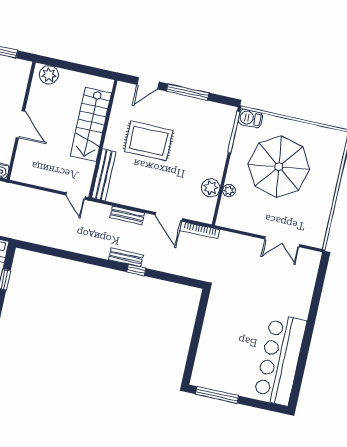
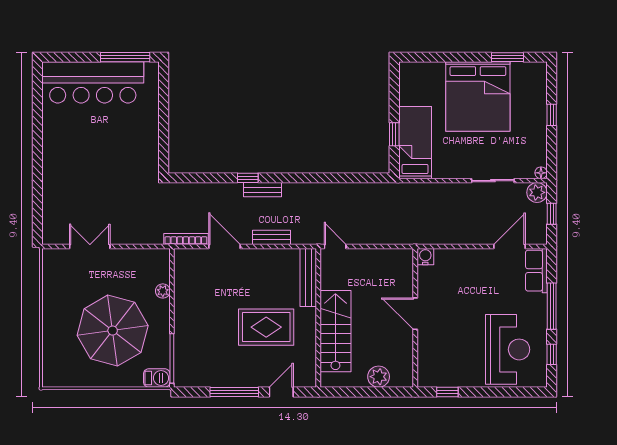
plant: (49, 75) -> (379, 377), moved
plant: (211, 188) -> (184, 290), removed
bar counter: (280, 360) -> (93, 82), moved, turned 90

